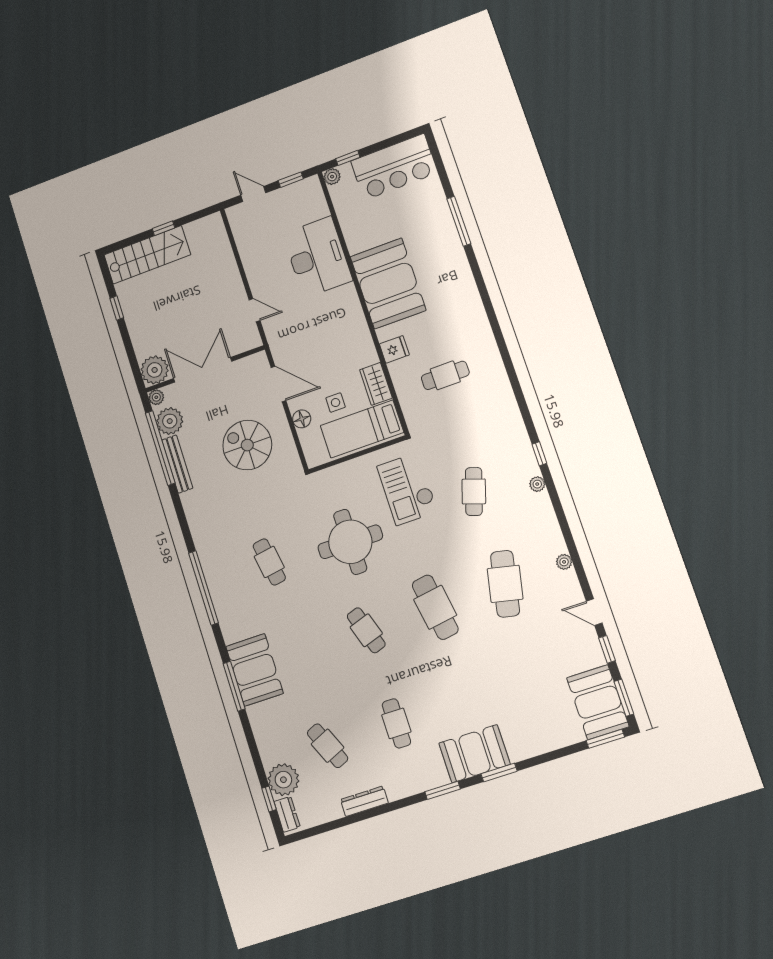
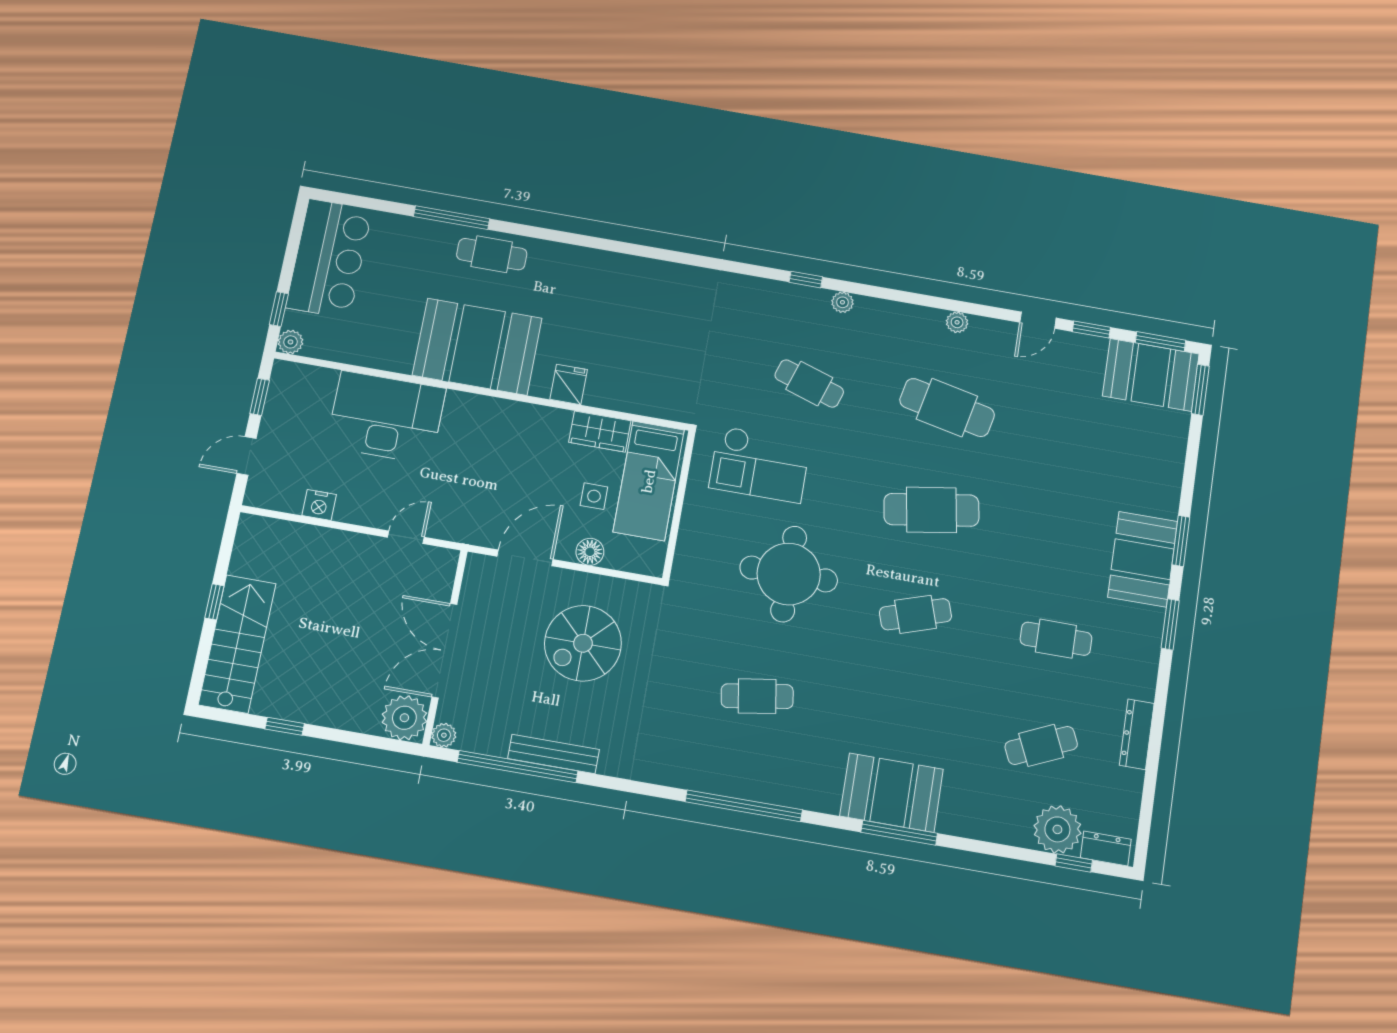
nightstand: (247, 251) -> (319, 505), added
cafe table: (445, 375) -> (492, 254), moved, turned 90
plant: (170, 421) -> (488, 733), removed

